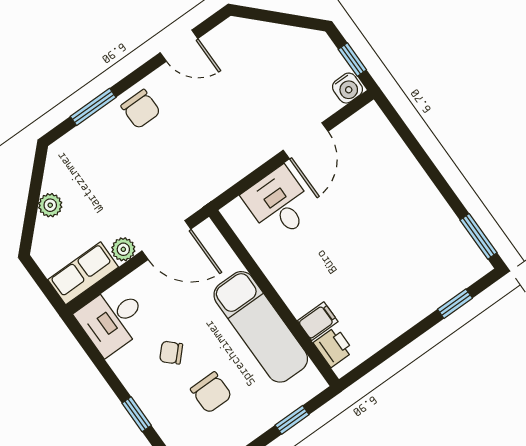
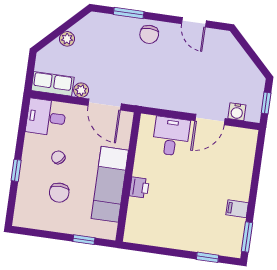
water cooler: (347, 88) -> (237, 112), moved
filing cabinet: (318, 321) -> (237, 209), moved, turned 180
printer: (333, 347) -> (139, 187), moved

